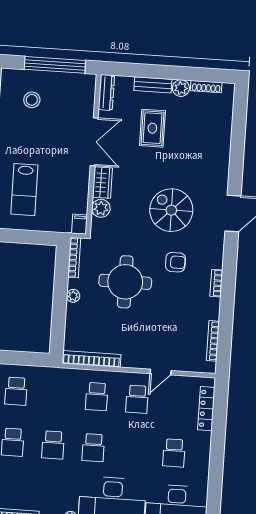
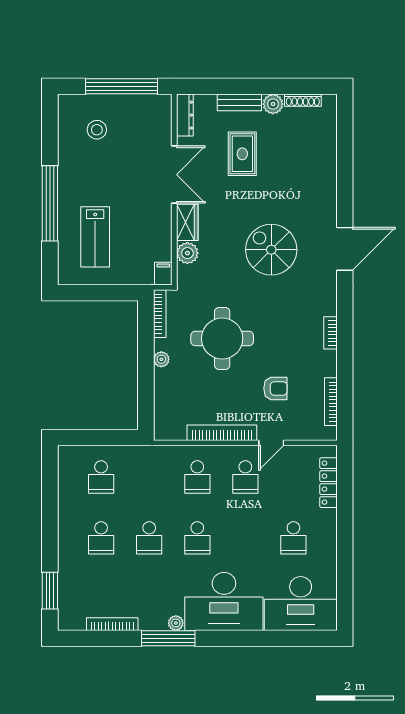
armchair: (175, 262) -> (275, 388), moved
bookcase: (92, 359) -> (222, 433), moved

